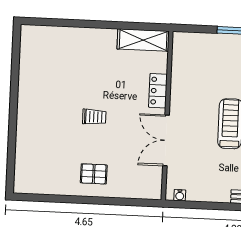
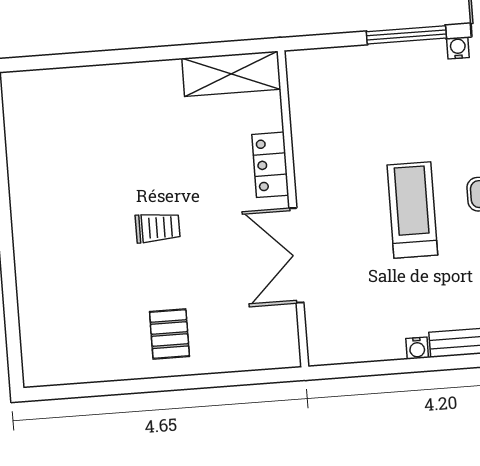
pallet: (94, 174) -> (169, 334), turned 90
water cooler: (180, 195) -> (417, 348), moved

